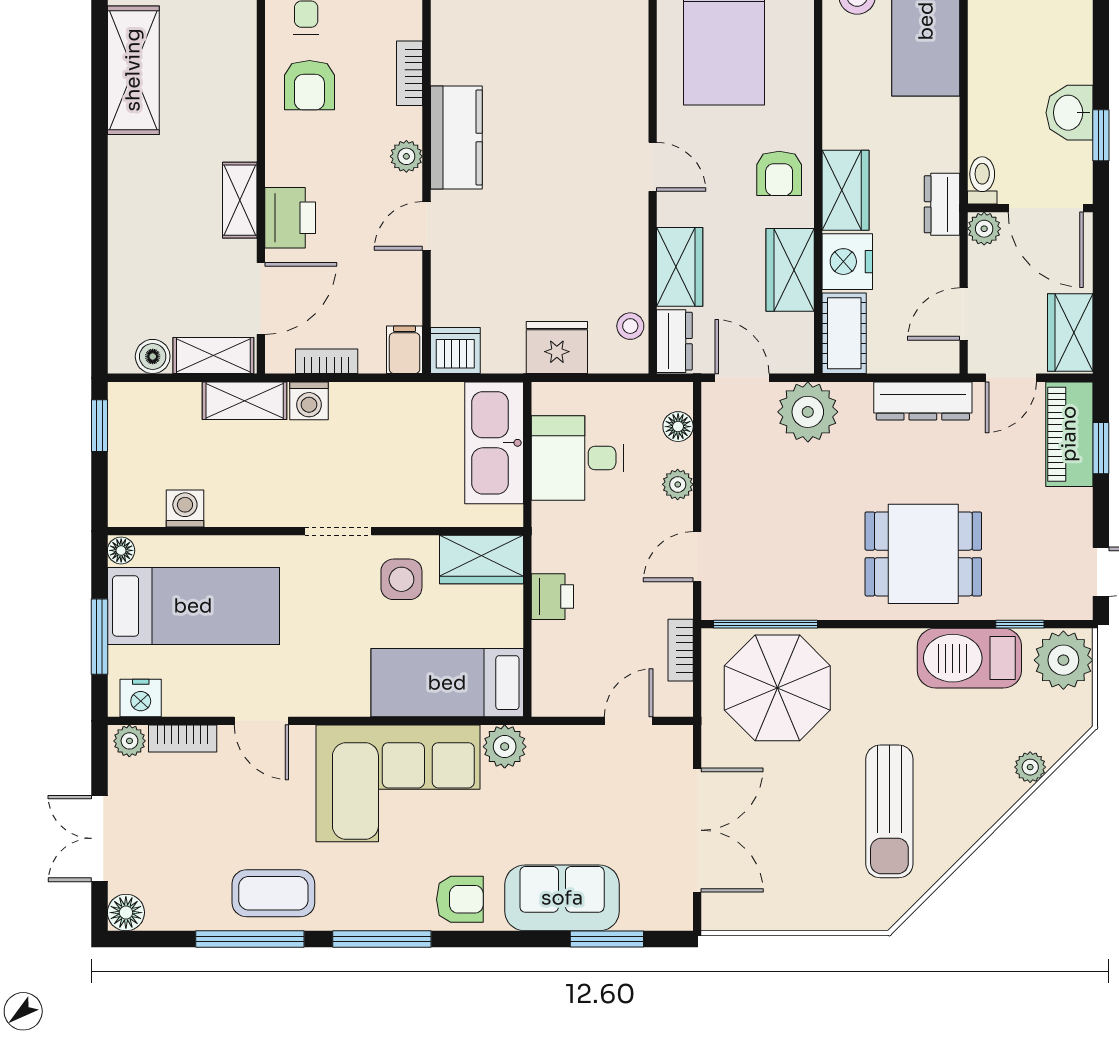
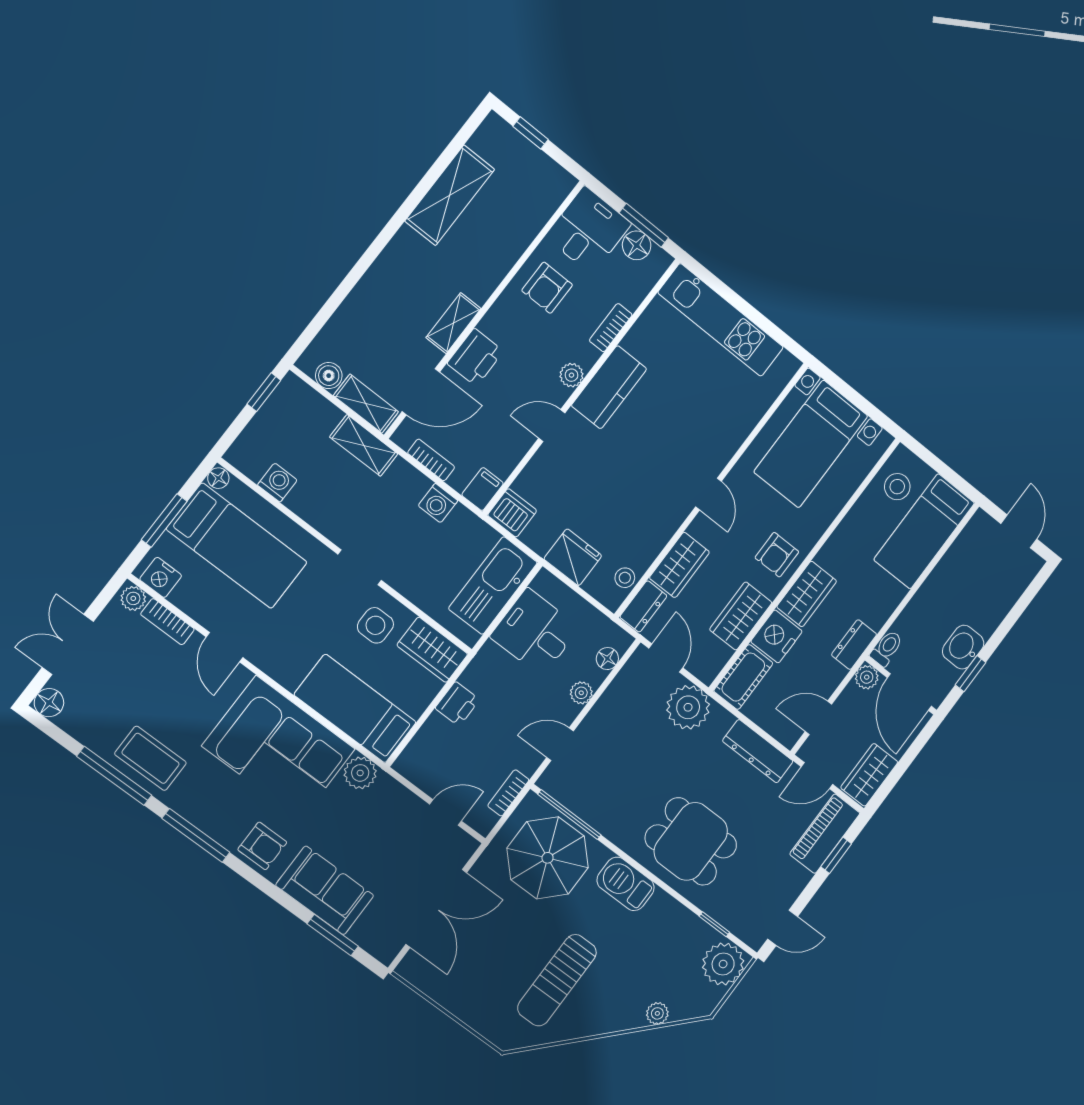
washing machine: (309, 401) -> (438, 503), moved
barbecue: (969, 658) -> (626, 884), moved, width x0.73, depth x0.83

